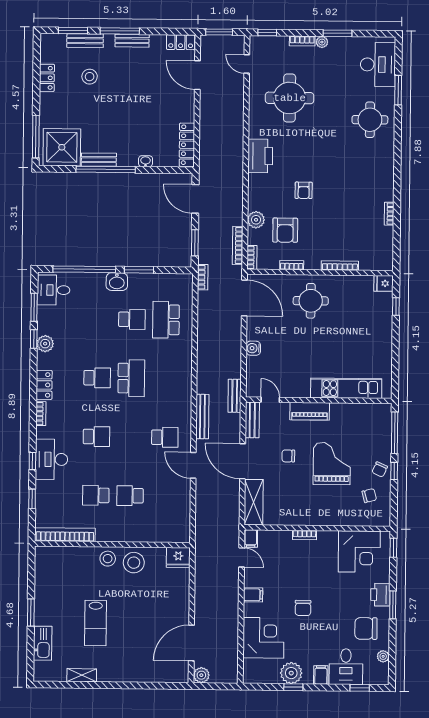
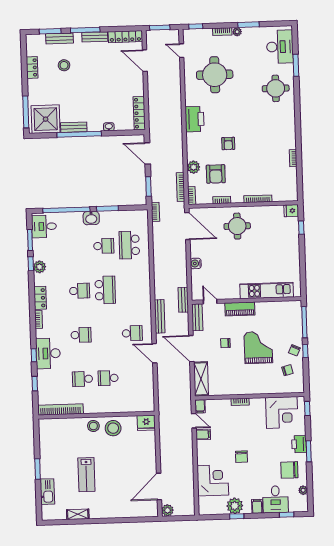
locker: (181, 42) -> (125, 37), width x1.53
filing cabinet: (253, 595) -> (203, 434), moved

